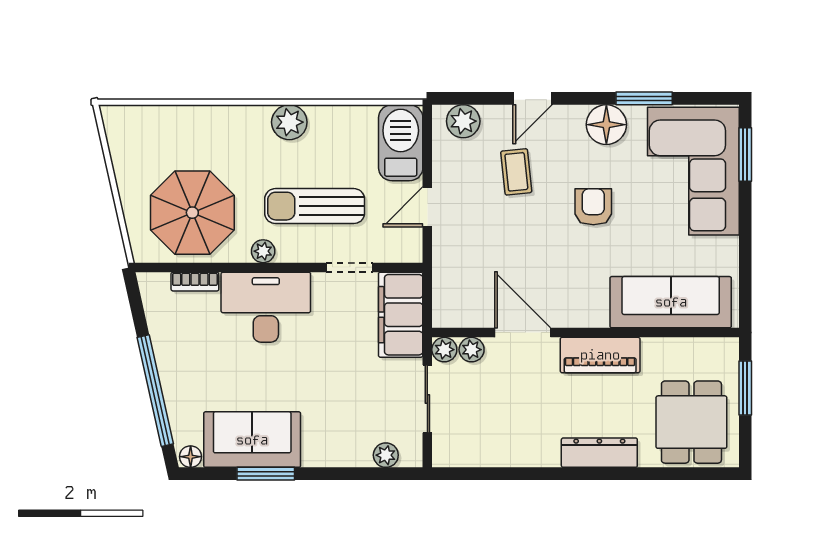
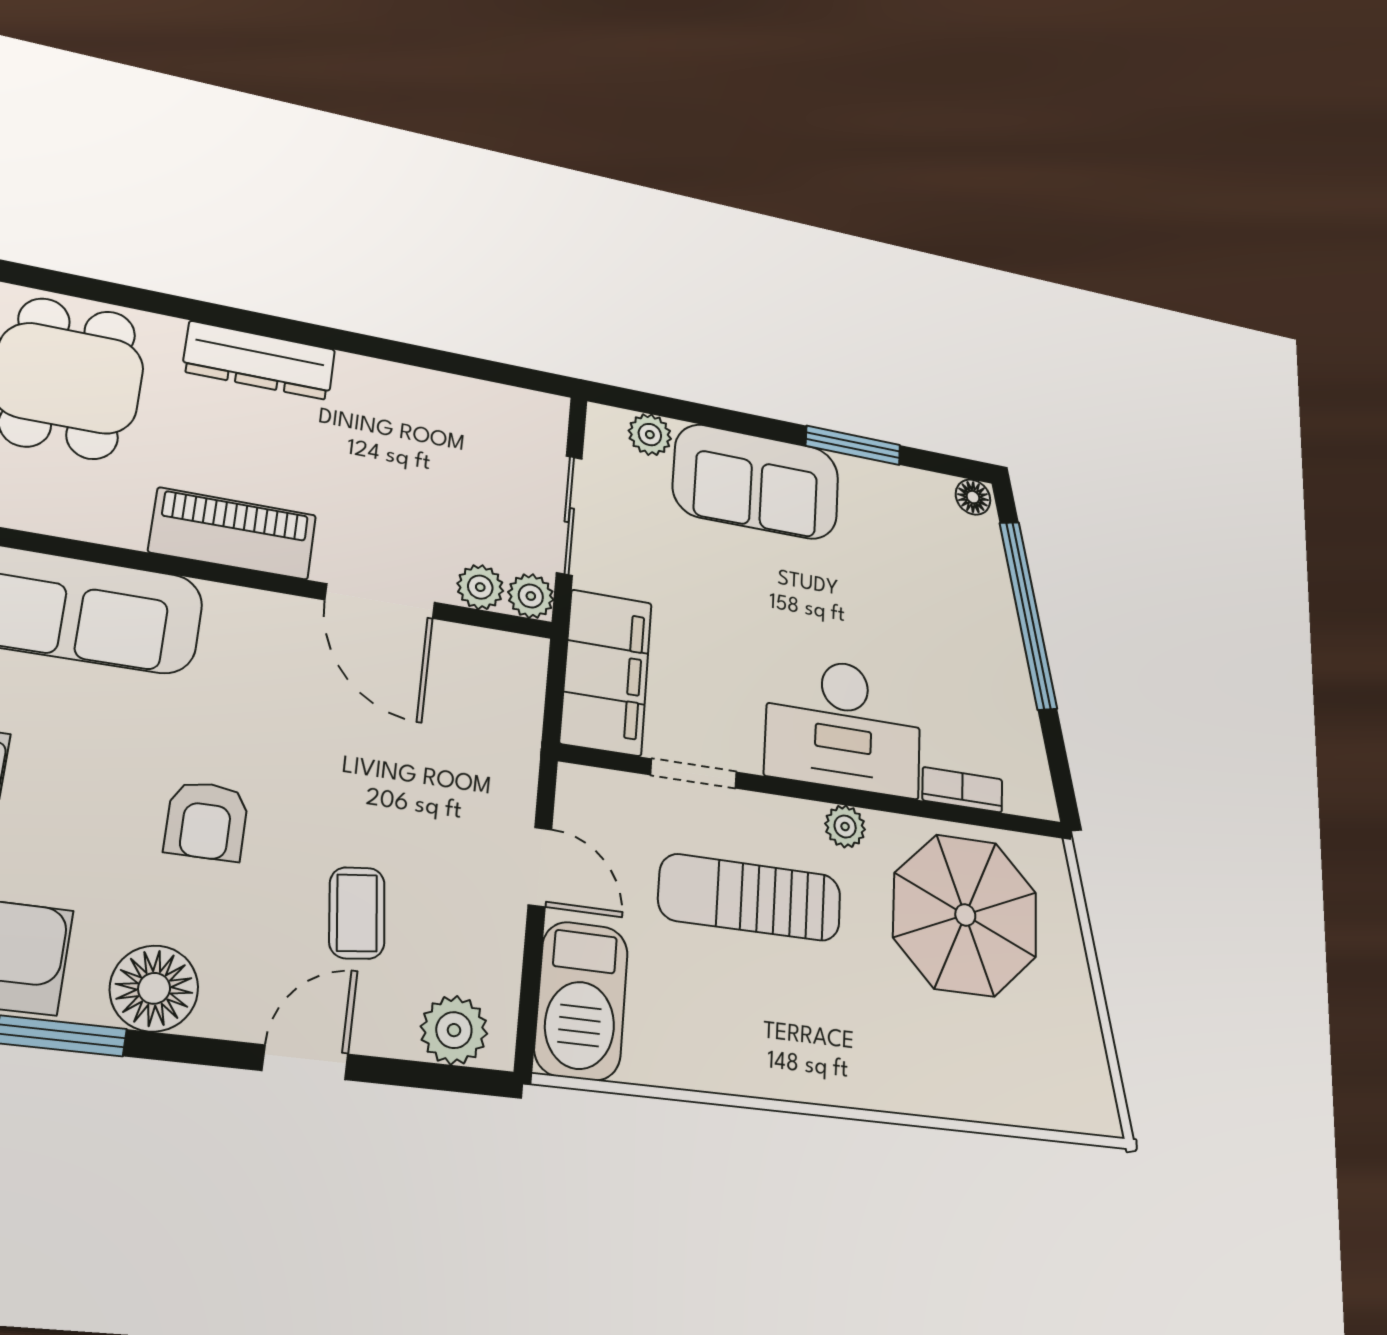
plant: (289, 122) -> (789, 1067), removed
sun lounger: (315, 206) -> (750, 897), turned 180
door: (427, 207) -> (540, 867), hinge flipped
sofa: (252, 440) -> (756, 482), moved

